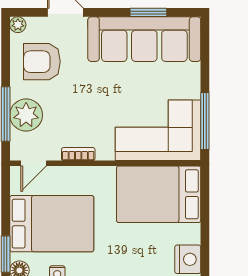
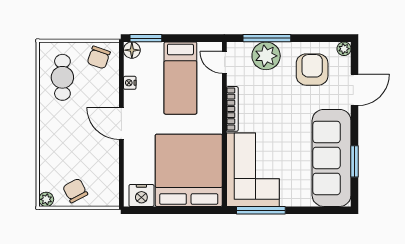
bookcase: (78, 154) -> (232, 109), width x1.56
bed: (159, 194) -> (189, 170), width x1.36
bed: (52, 224) -> (180, 78), width x0.67

